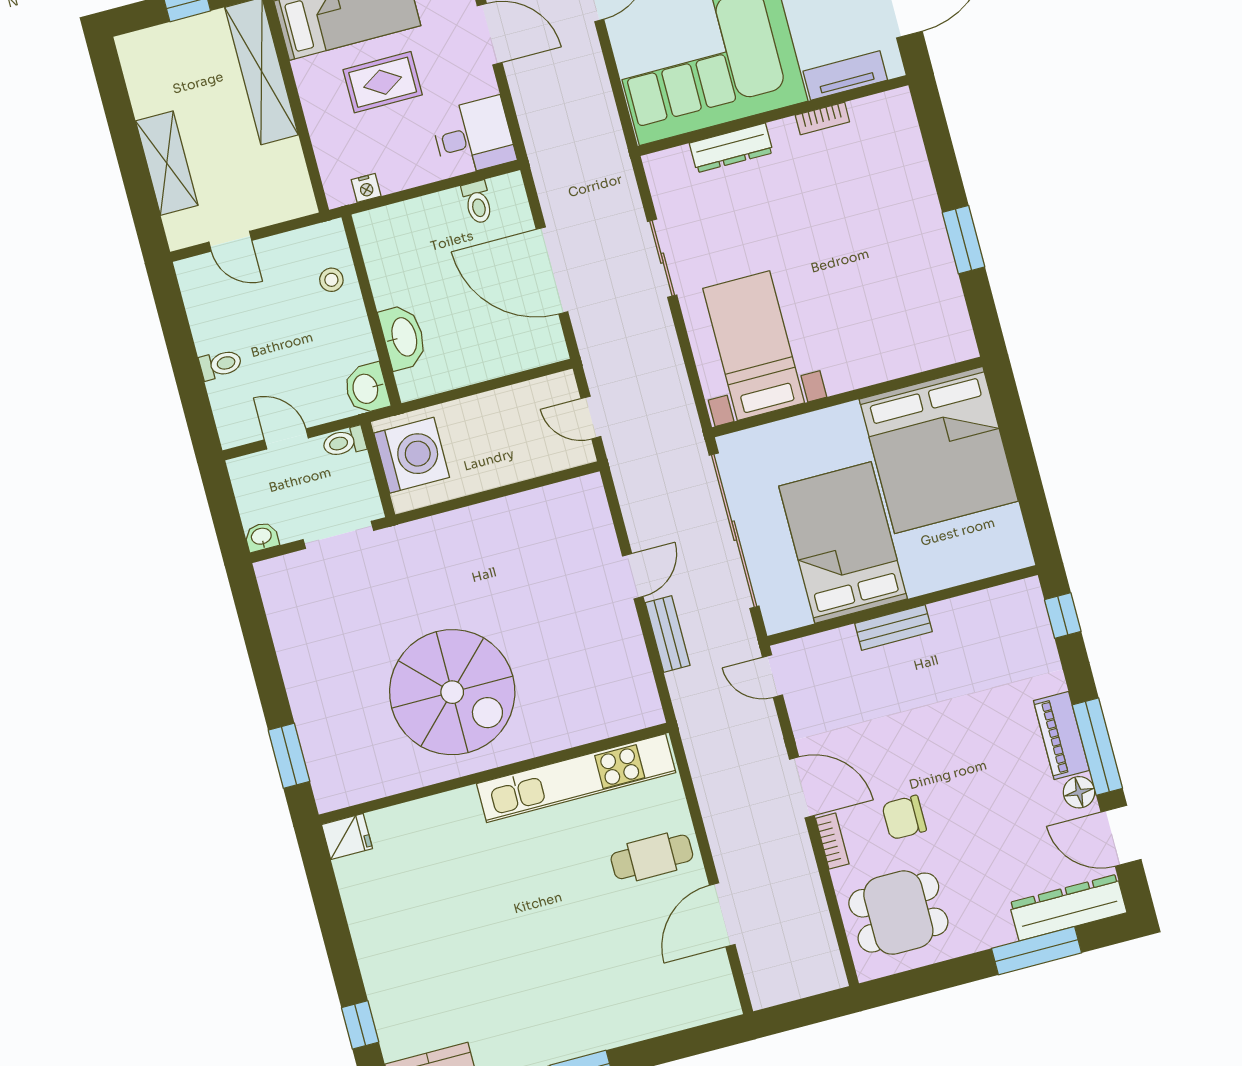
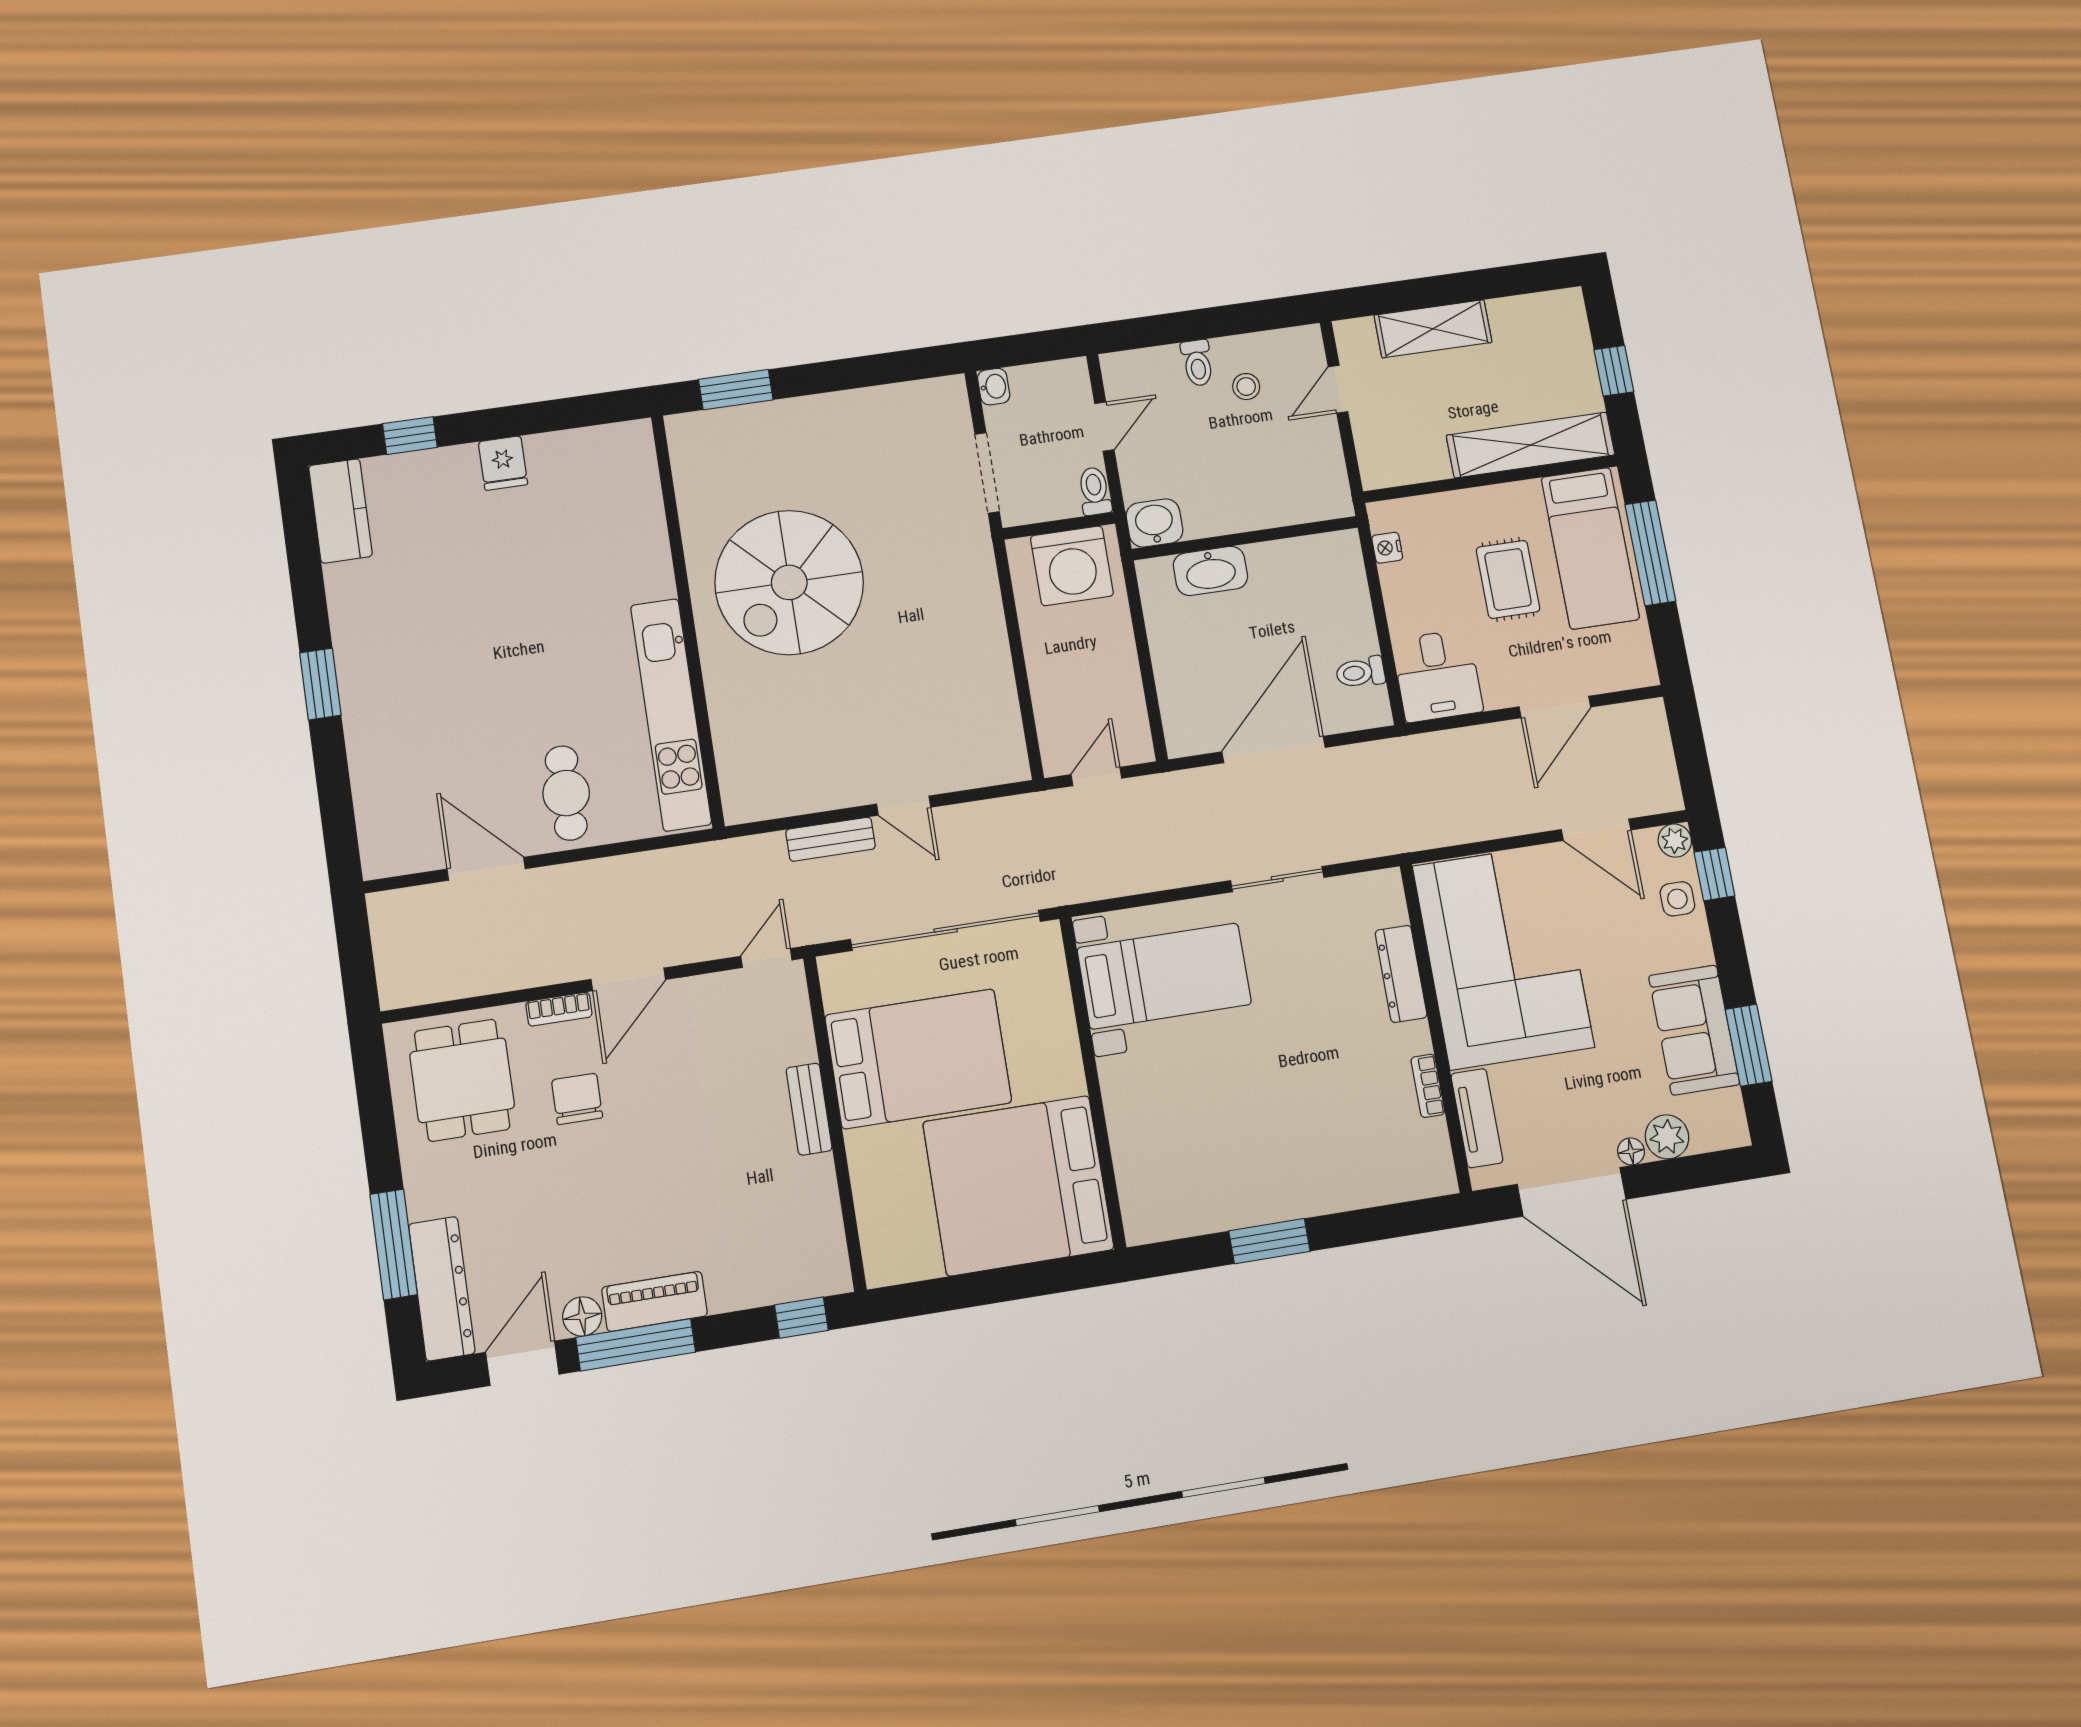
stool: (331, 280) -> (1246, 387), moved
fridge: (347, 837) -> (503, 463), moved

